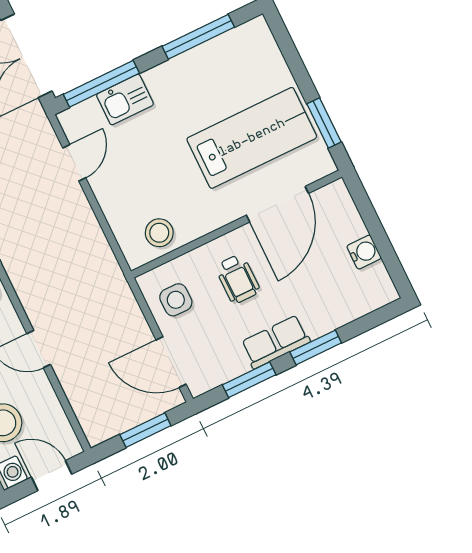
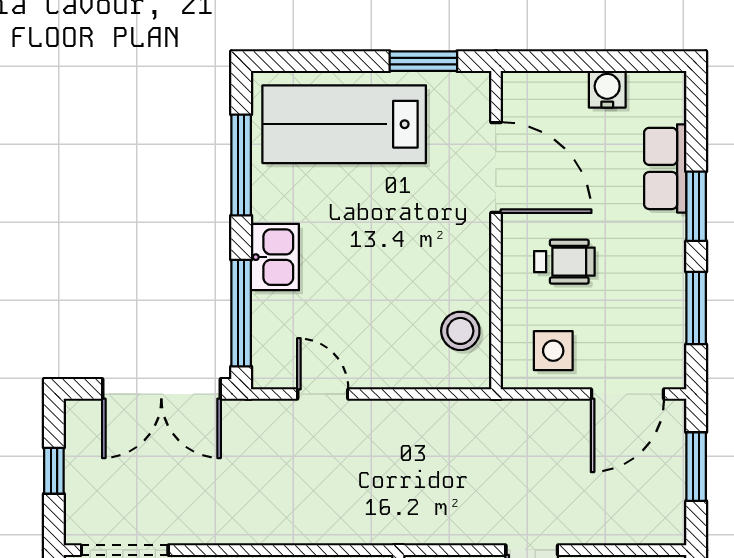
kitchen sink: (125, 100) -> (275, 257), moved
lab bench: (252, 138) -> (344, 124), moved, turned -90
row of seats: (276, 342) -> (665, 168), moved

